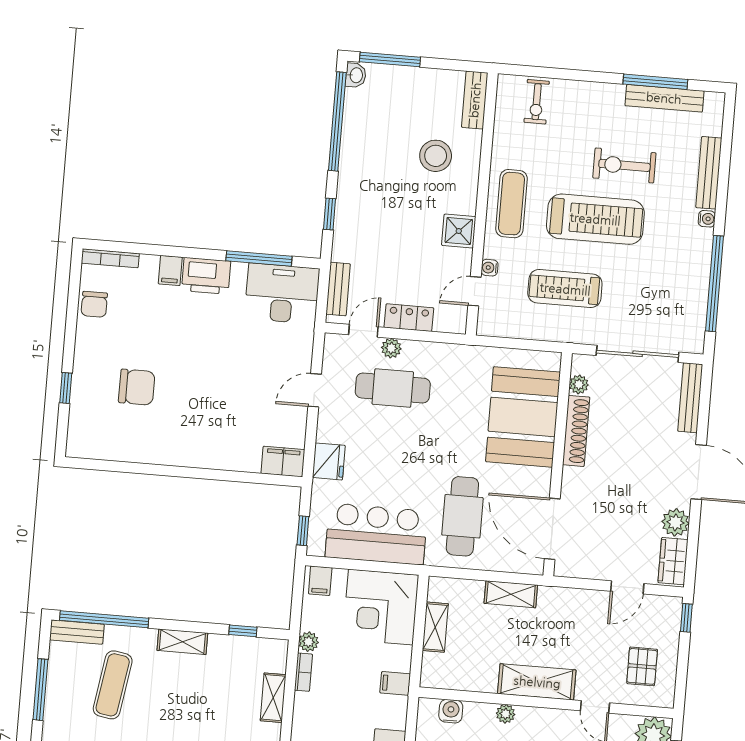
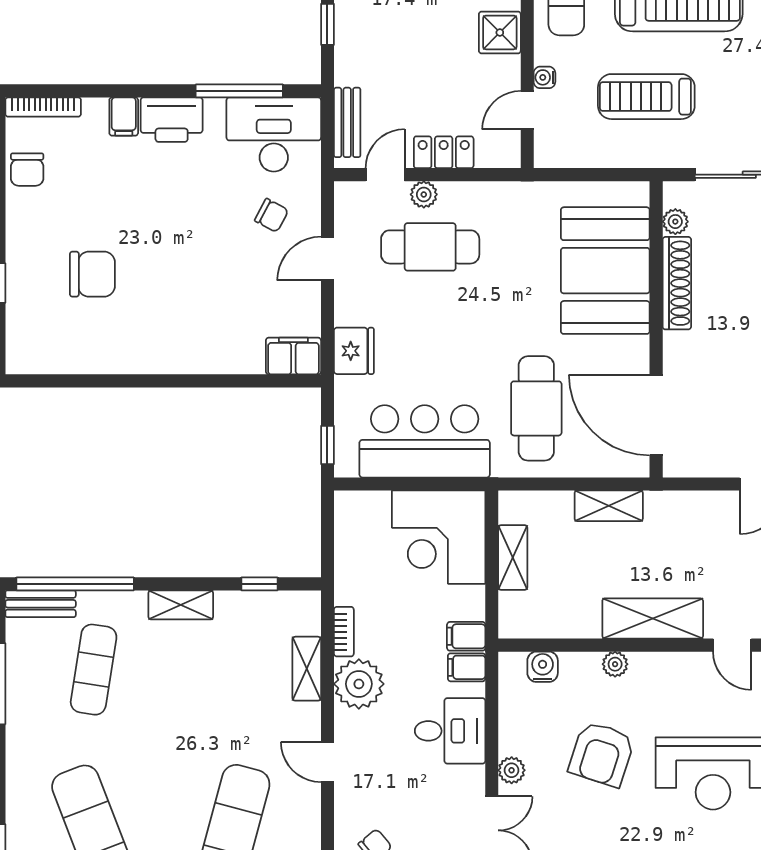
chair: (275, 354) -> (272, 215), added
filing cabinet: (320, 581) -> (467, 667), moved, turned 90
plant: (309, 642) -> (359, 684), moved, width x1.88, depth x1.88

